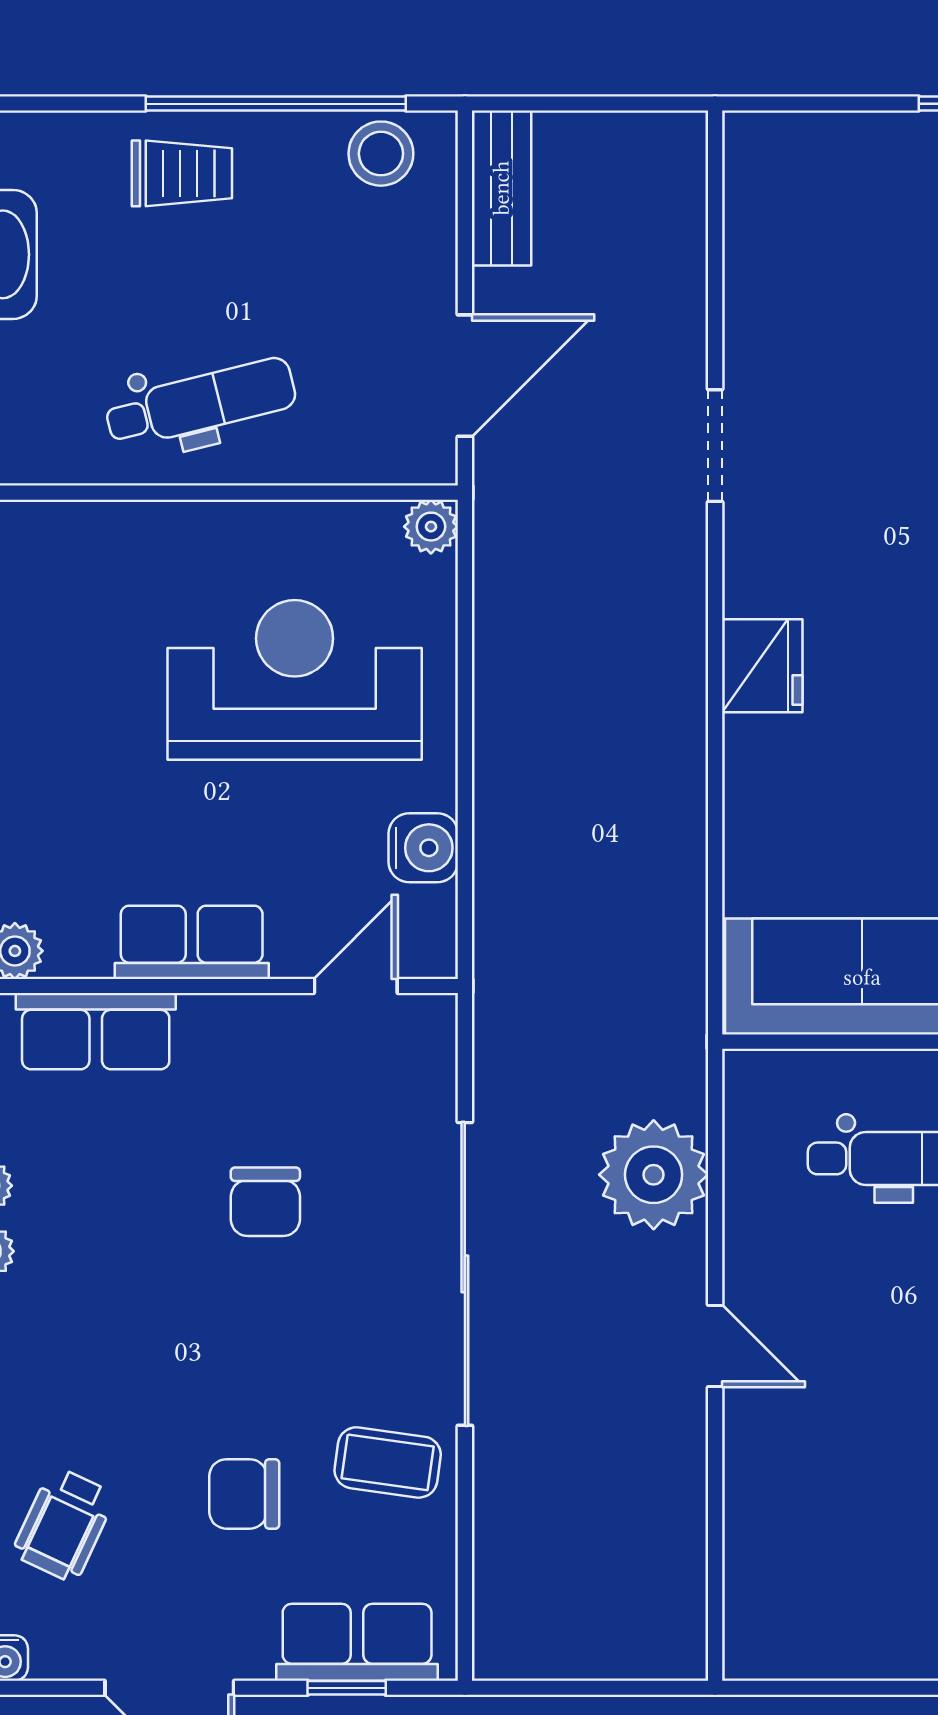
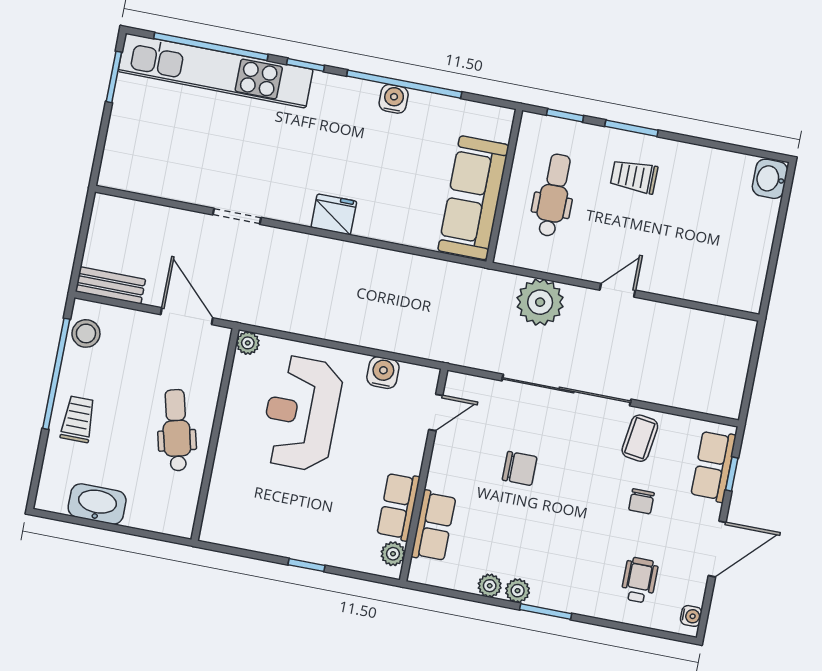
row of seats: (192, 942) -> (398, 506), moved
door: (356, 986) -> (436, 412), swing flipped
chair: (244, 1494) -> (641, 501), width x0.73, depth x0.73
wheelchair: (64, 1524) -> (639, 580), turned -115

